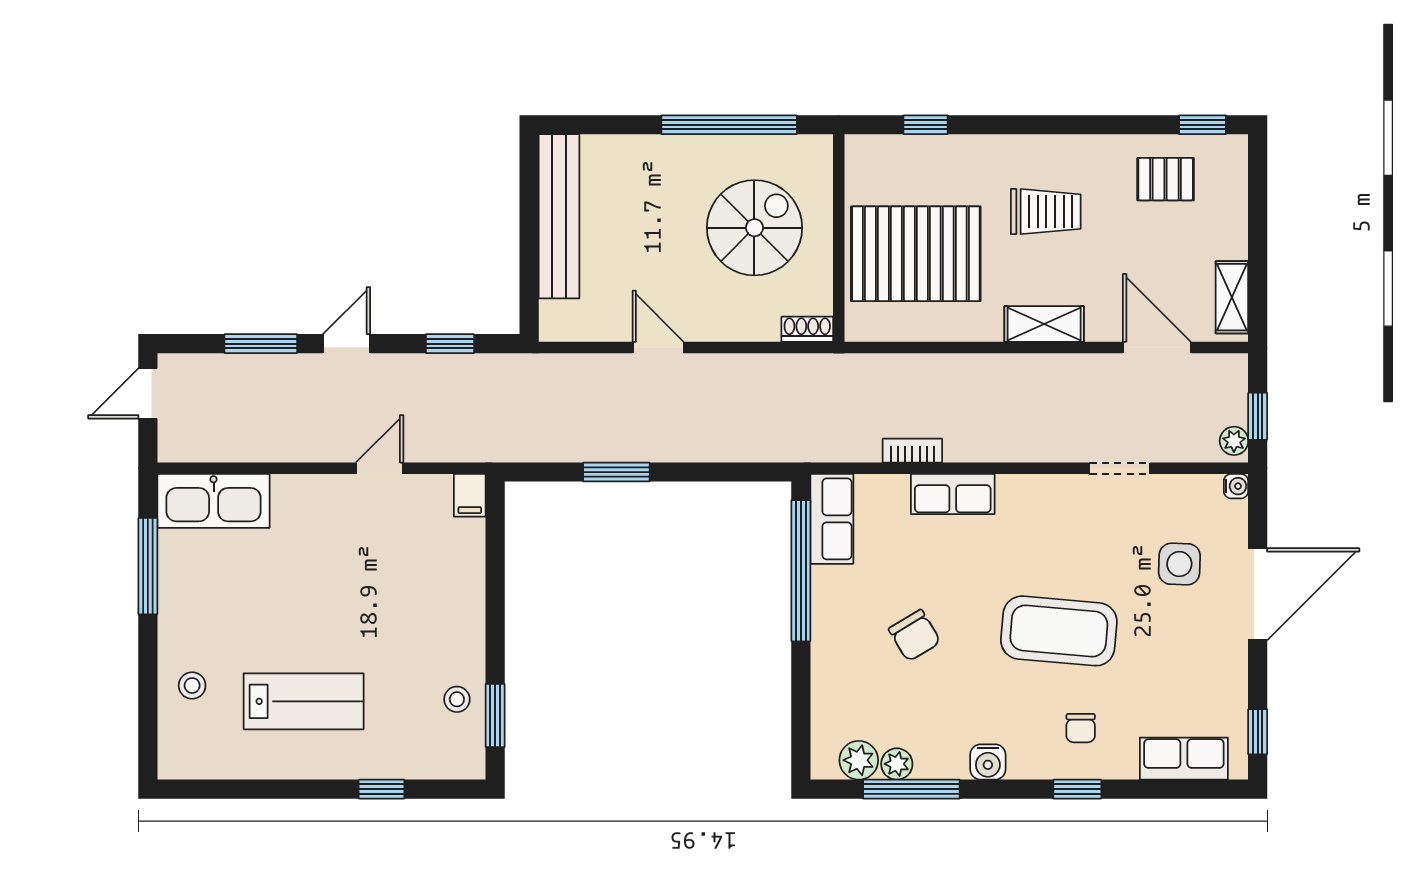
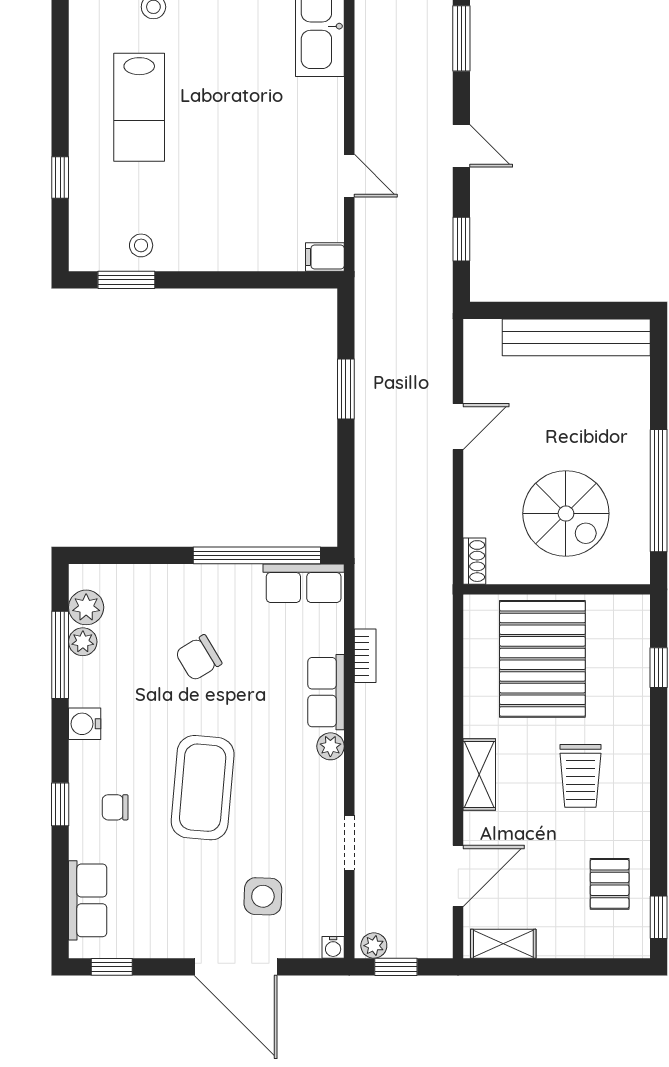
window: (261, 344) -> (461, 38), moved
plant: (1013, 489) -> (330, 746), added

